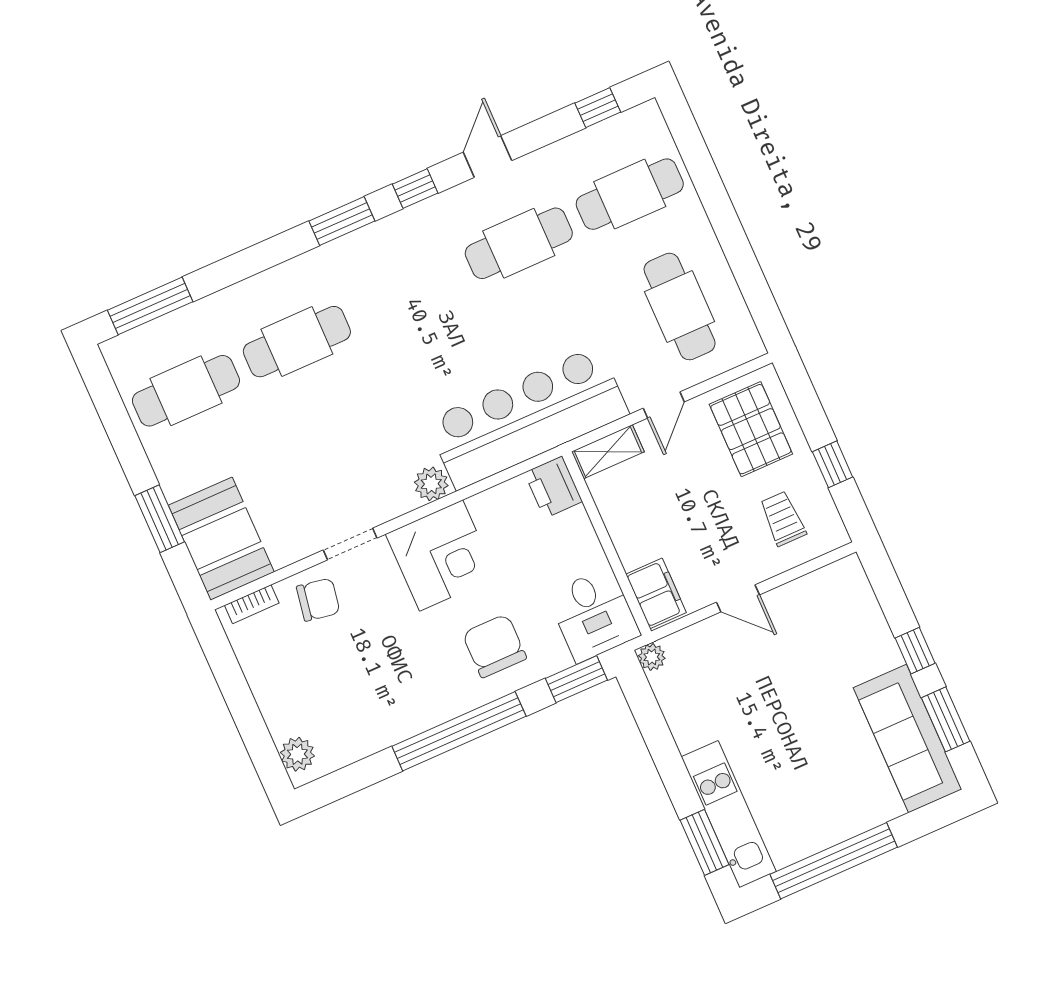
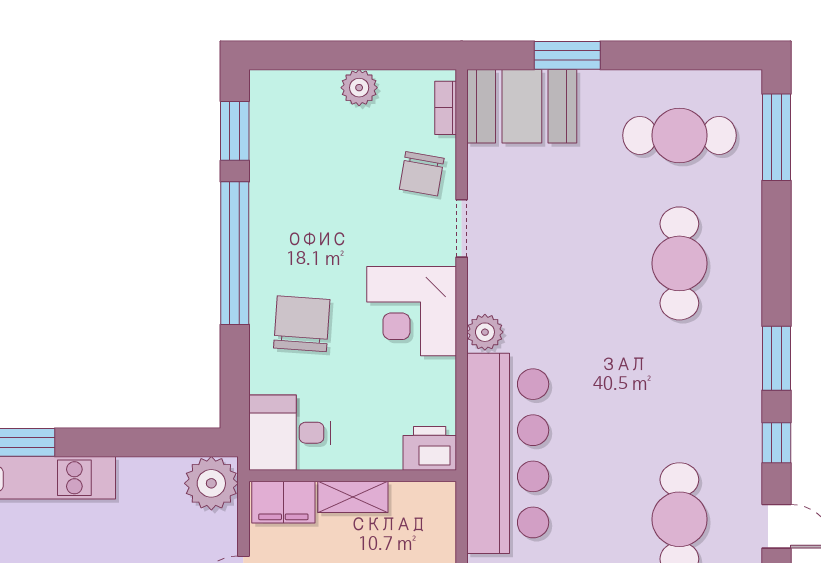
cafe table: (186, 391) -> (679, 135), turned 90
shelving: (608, 452) -> (353, 497), moved, turned 90
chair: (494, 646) -> (302, 324), turned -86
plant: (652, 657) -> (211, 483), width x1.87, depth x1.87
window: (576, 679) -> (235, 131), moved
plant: (297, 754) -> (359, 88), moved

